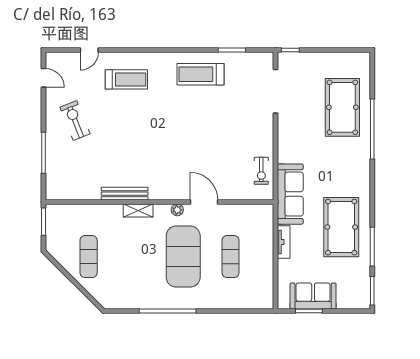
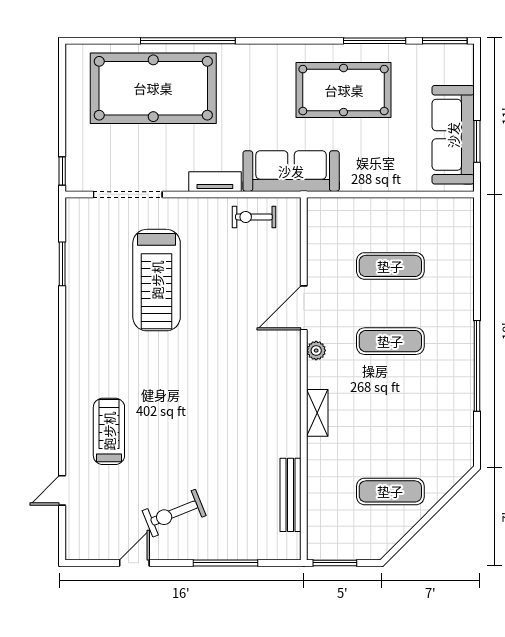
door: (89, 50) -> (62, 490), swing flipped
treadmill: (200, 74) -> (157, 280), moved, width x1.37, depth x1.38
door: (44, 78) -> (134, 563), moved
pool table: (342, 107) -> (153, 88), width x1.36, depth x1.32
exercise bike: (261, 171) -> (254, 217), turned 180
bench: (125, 194) -> (290, 495), moved
tv unit: (284, 242) -> (215, 182), moved
exercise mat: (183, 257) -> (390, 341), width x0.50, depth x0.69
sofa: (313, 296) -> (453, 135), width x1.36

